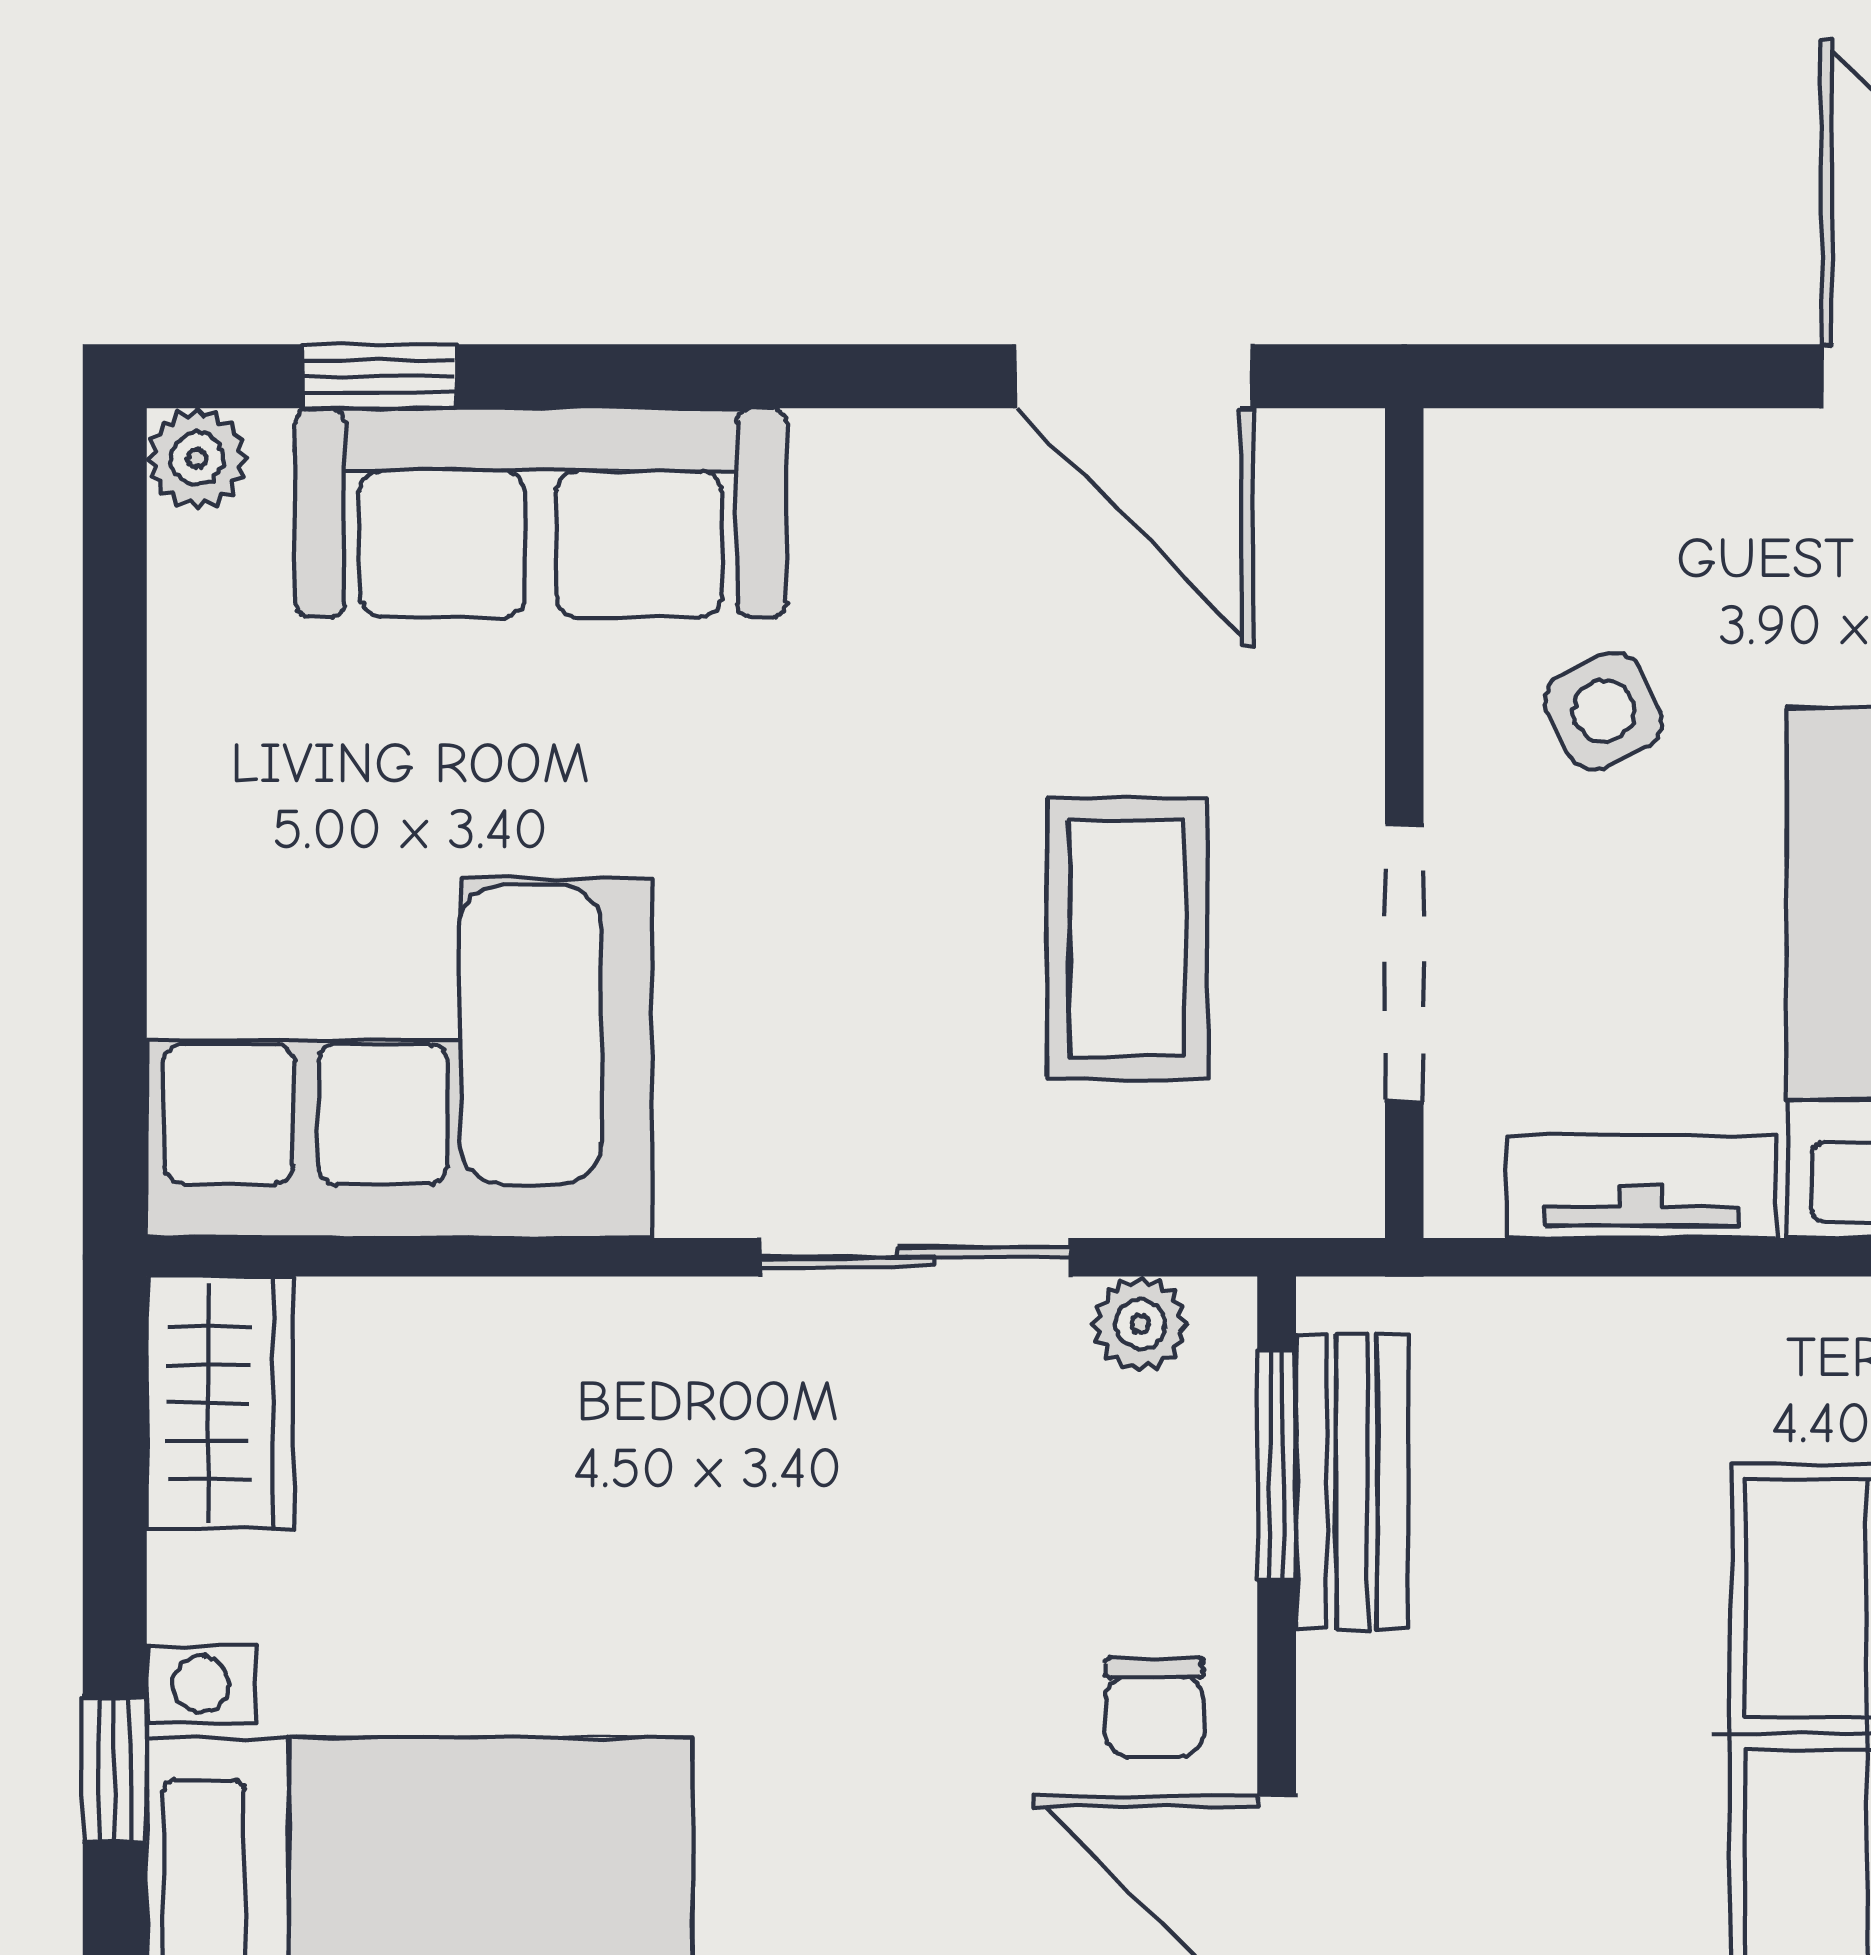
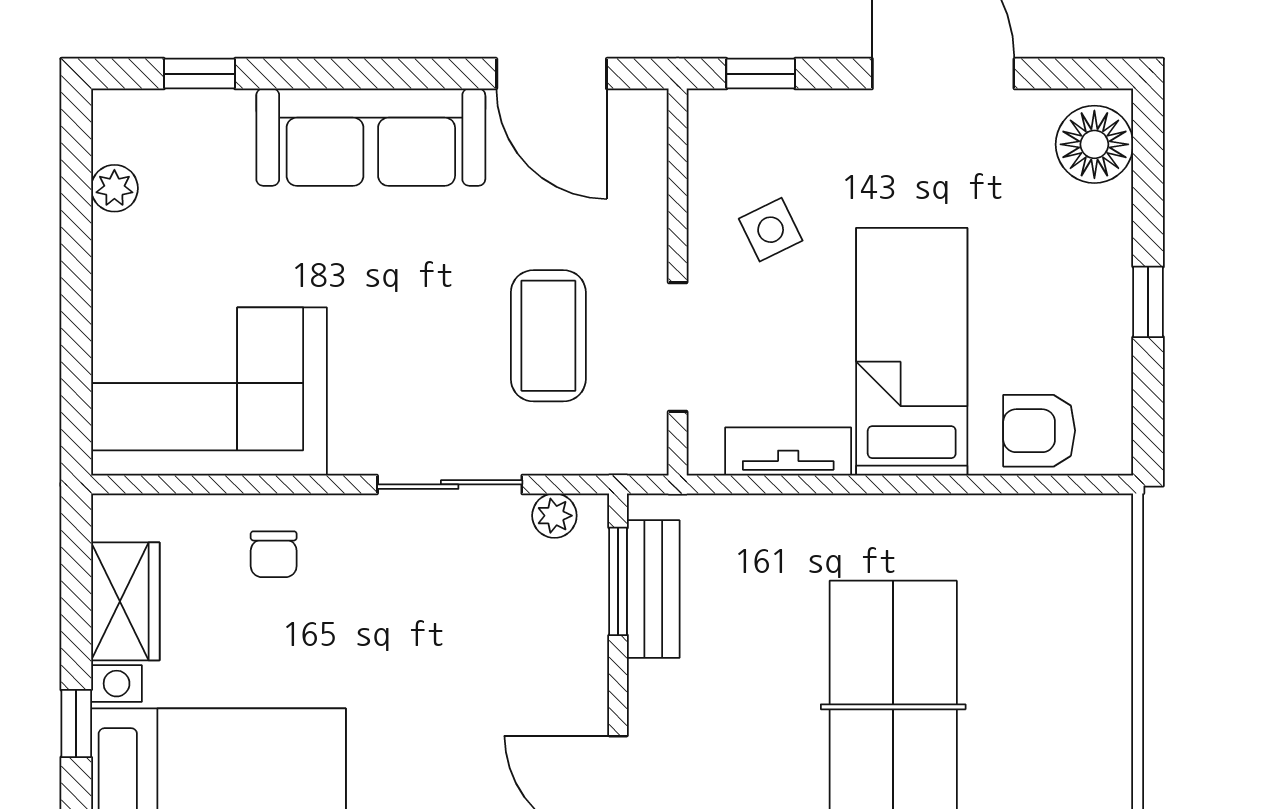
window: (1582, 376) -> (761, 74), added
plant: (197, 458) -> (114, 188), moved
sofa: (541, 512) -> (371, 137), moved
wardrobe: (220, 1403) -> (125, 601), moved
chair: (1155, 1707) -> (274, 554), moved

